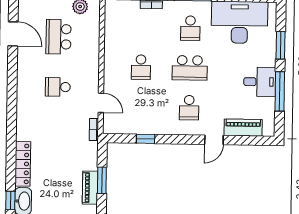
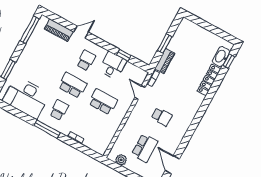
school desk: (141, 67) -> (103, 102), width x1.85
desk: (260, 82) -> (113, 66), moved, turned 90
window: (280, 91) -> (30, 30), moved
piano: (90, 188) -> (165, 61), moved

